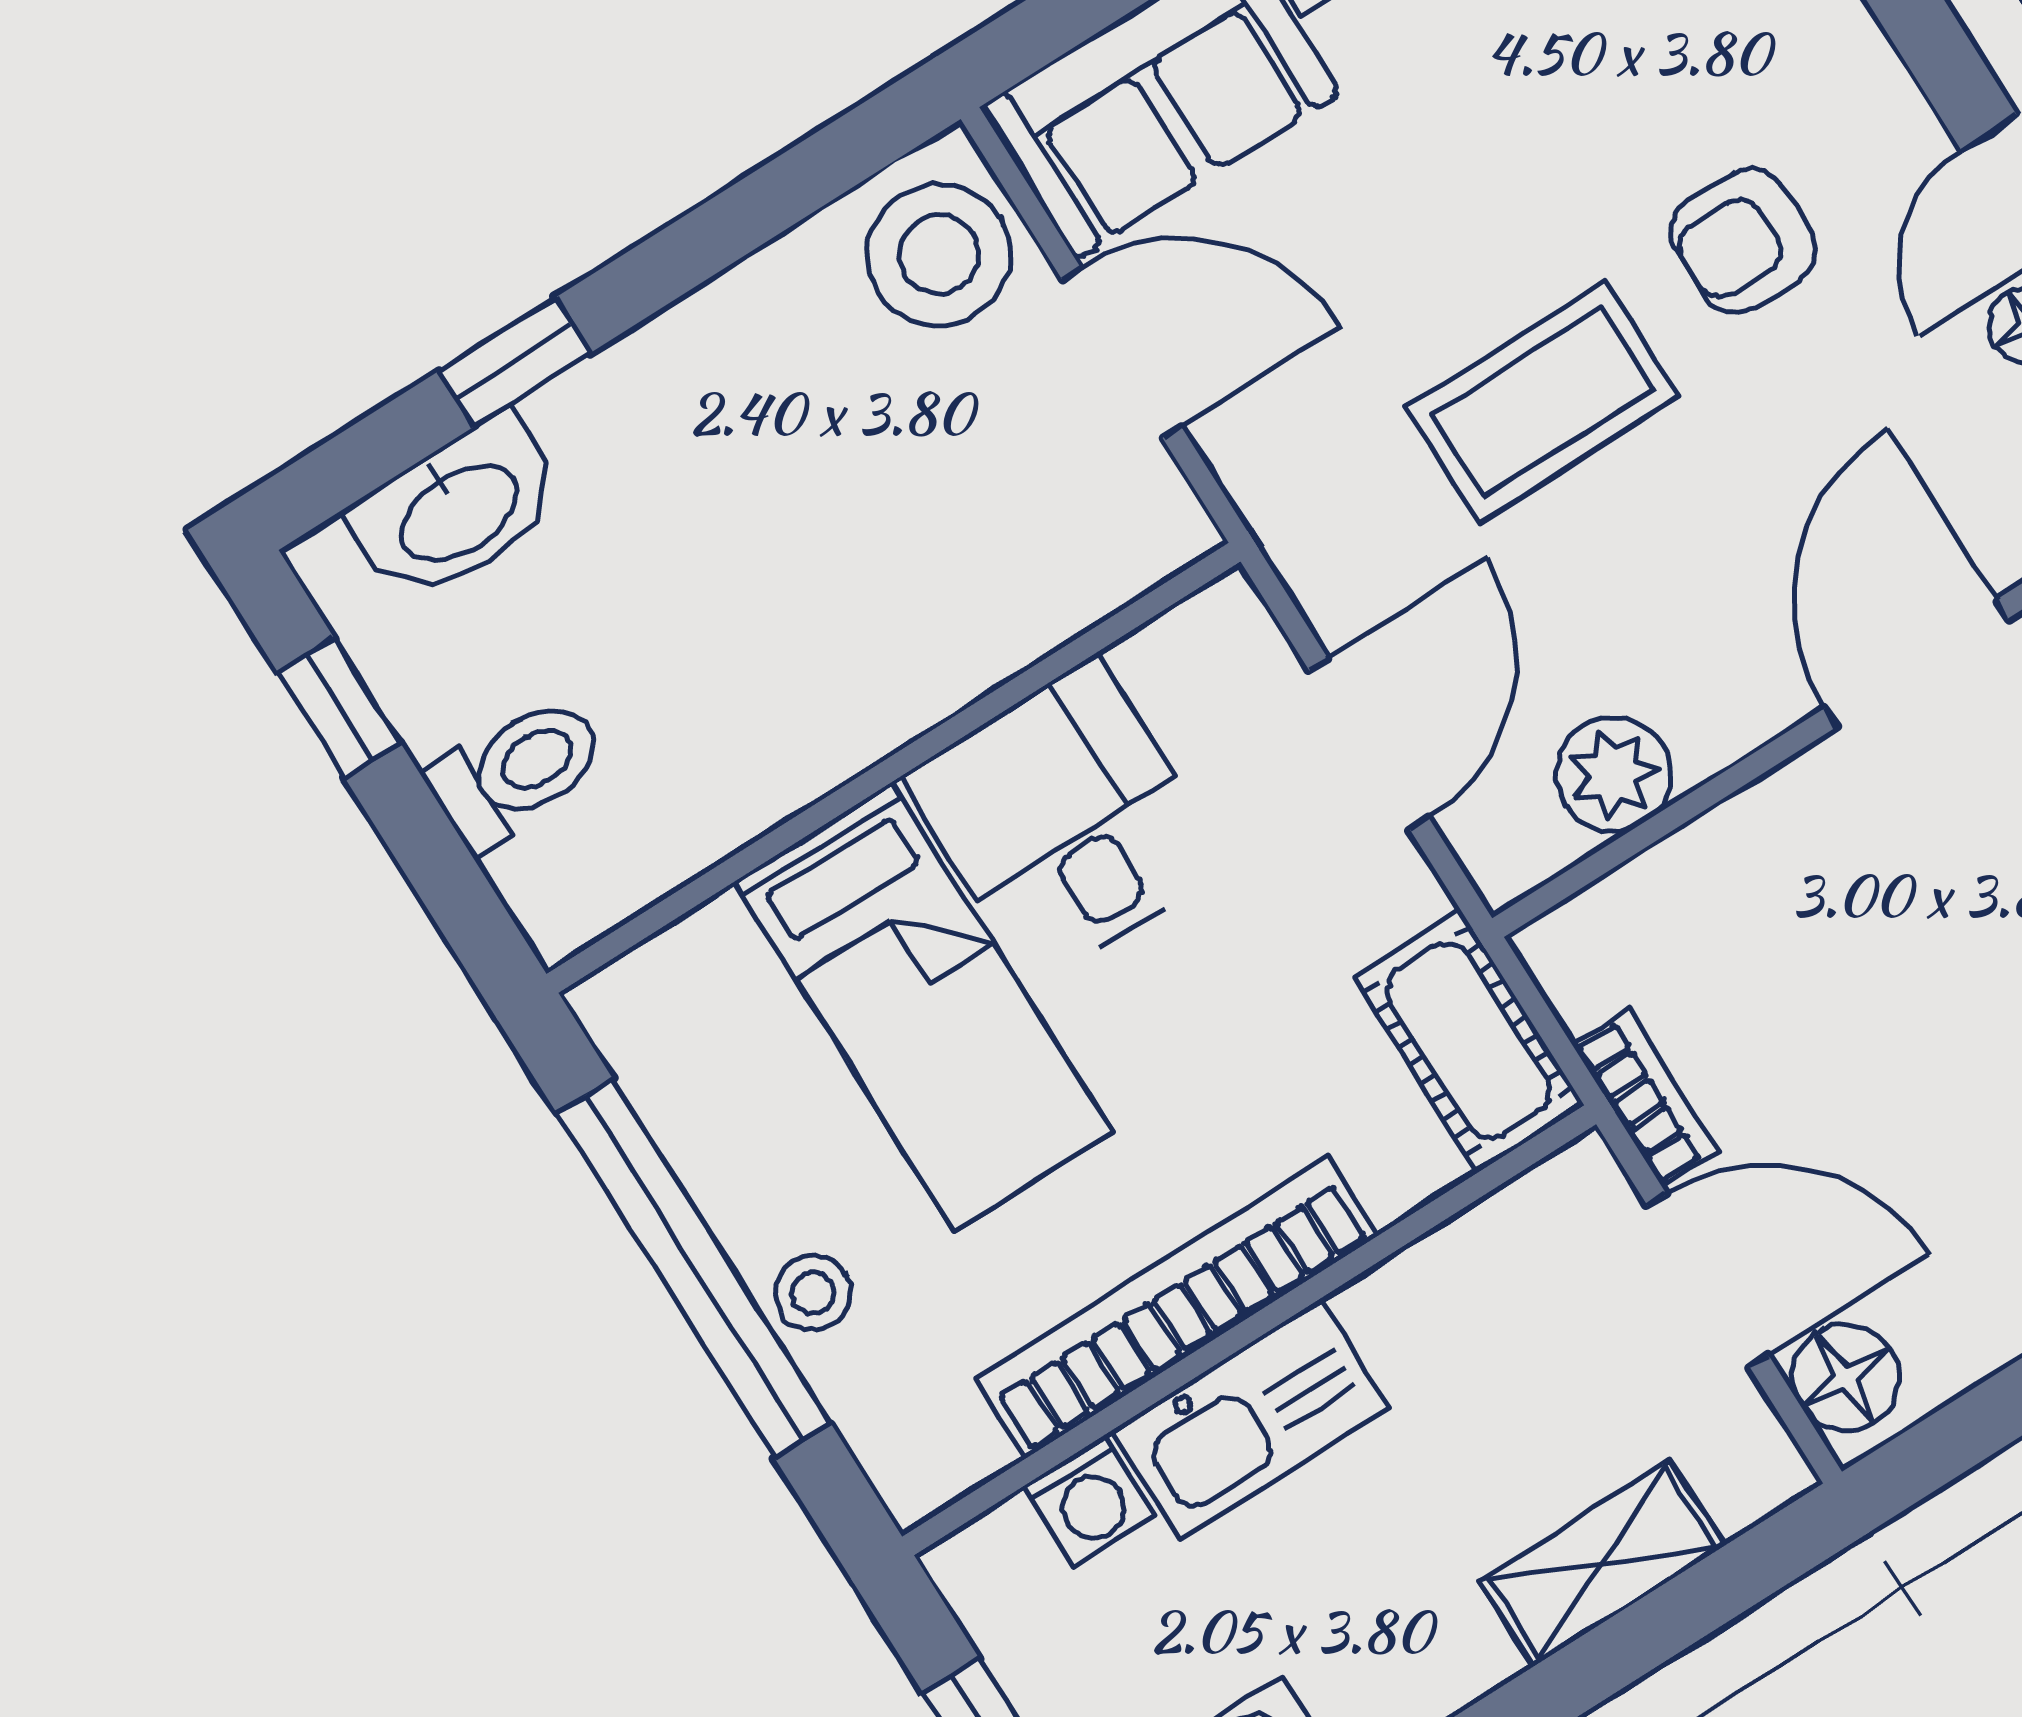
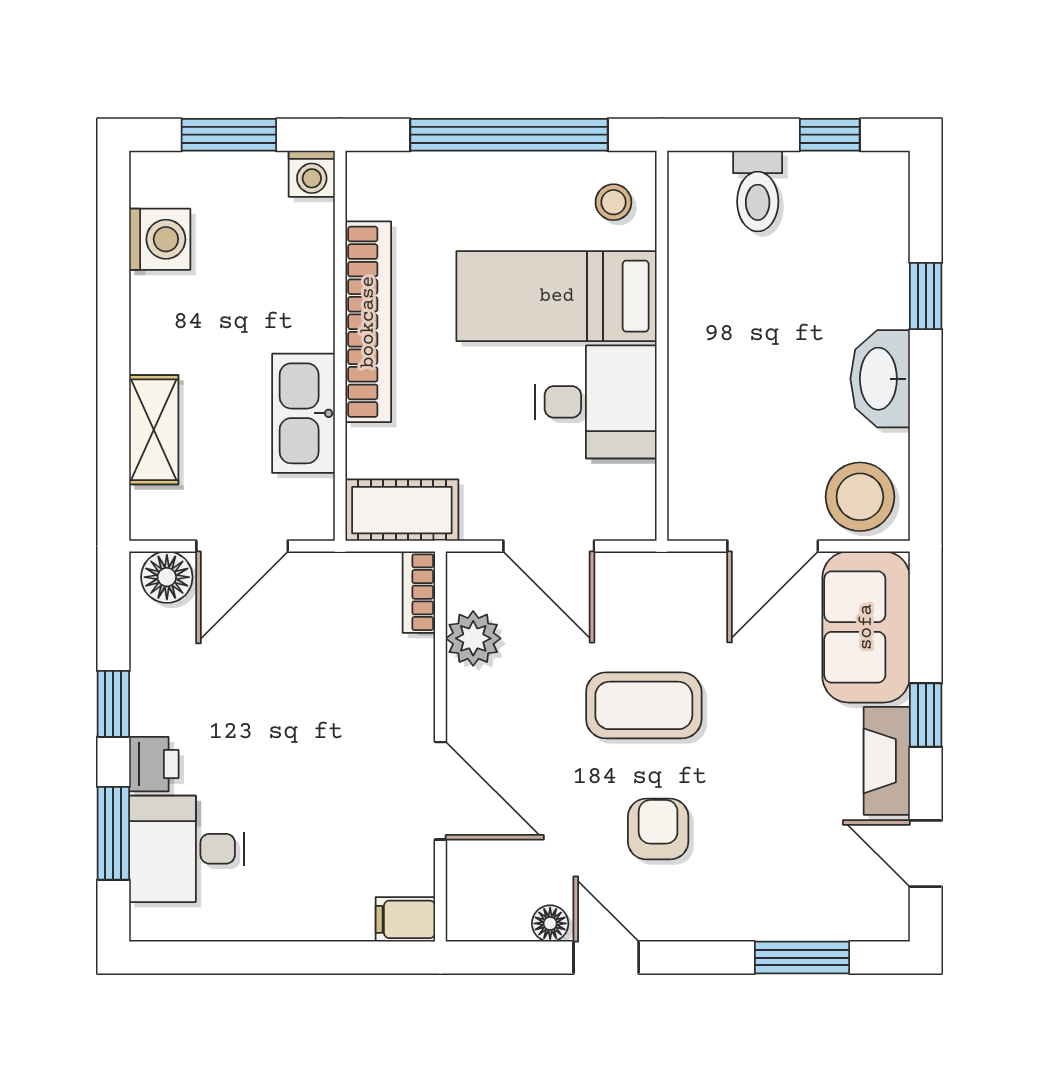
coffee table: (1543, 402) -> (644, 705), turned 90
washbasin: (457, 510) -> (880, 379), moved
bookcase: (1646, 1098) -> (419, 592), moved, turned 90
stool: (813, 1293) -> (613, 202), moved
kitchen sink: (1250, 1419) -> (303, 413), moved
washing machine: (1089, 1501) -> (312, 174), moved, turned -90

